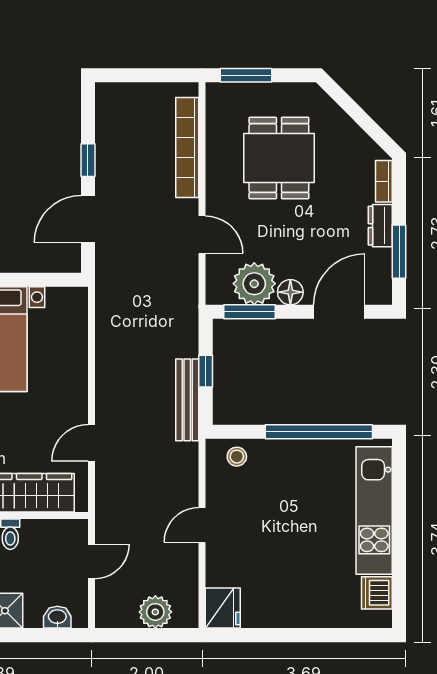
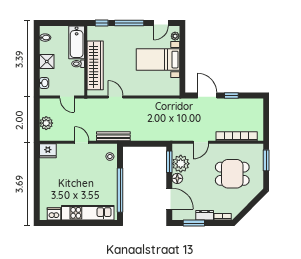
window: (206, 371) -> (145, 144), removed
bench: (187, 400) -> (113, 136), moved

